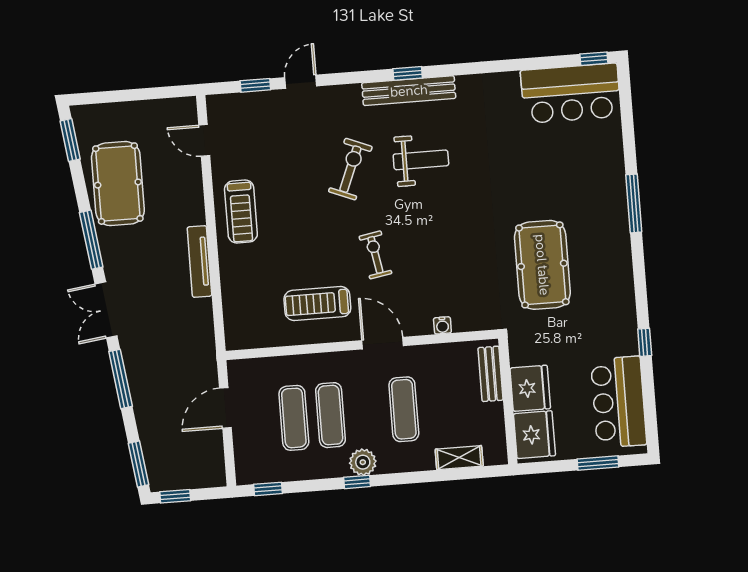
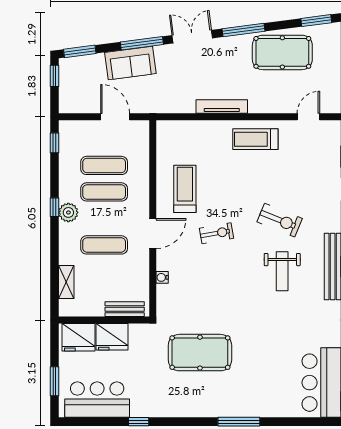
sofa: (149, 393) -> (130, 63), added

